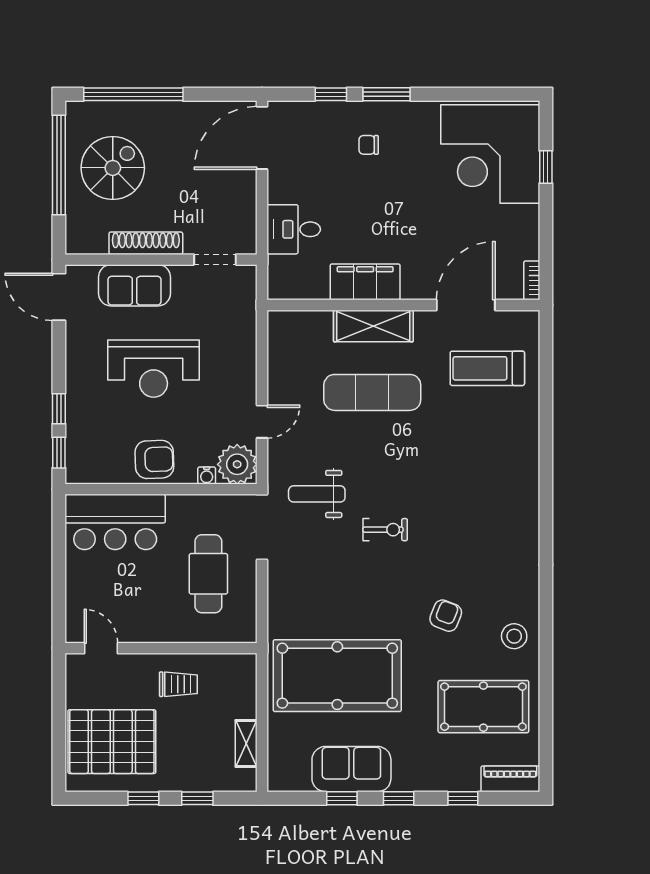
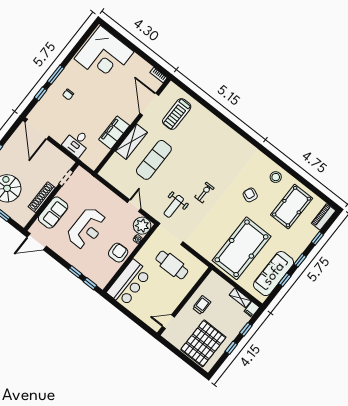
window: (546, 167) -> (123, 40), removed
sofa: (351, 769) -> (274, 274), width x1.36
filing cabinet: (242, 781) -> (252, 309), added

